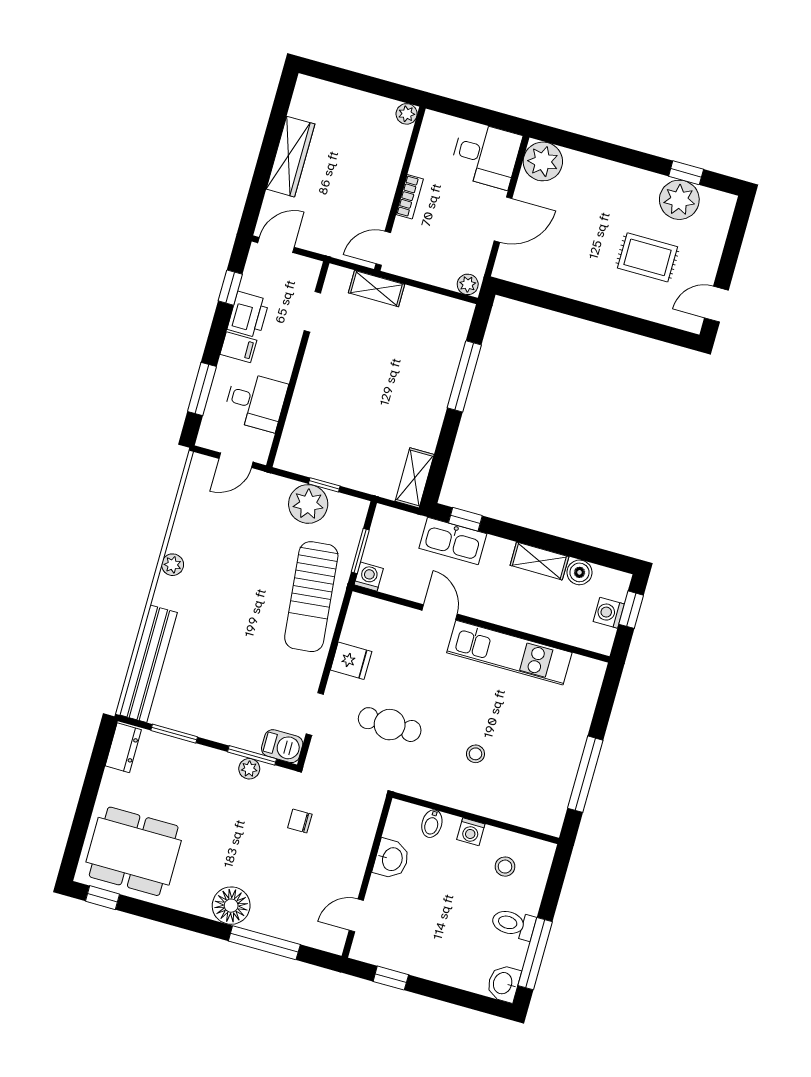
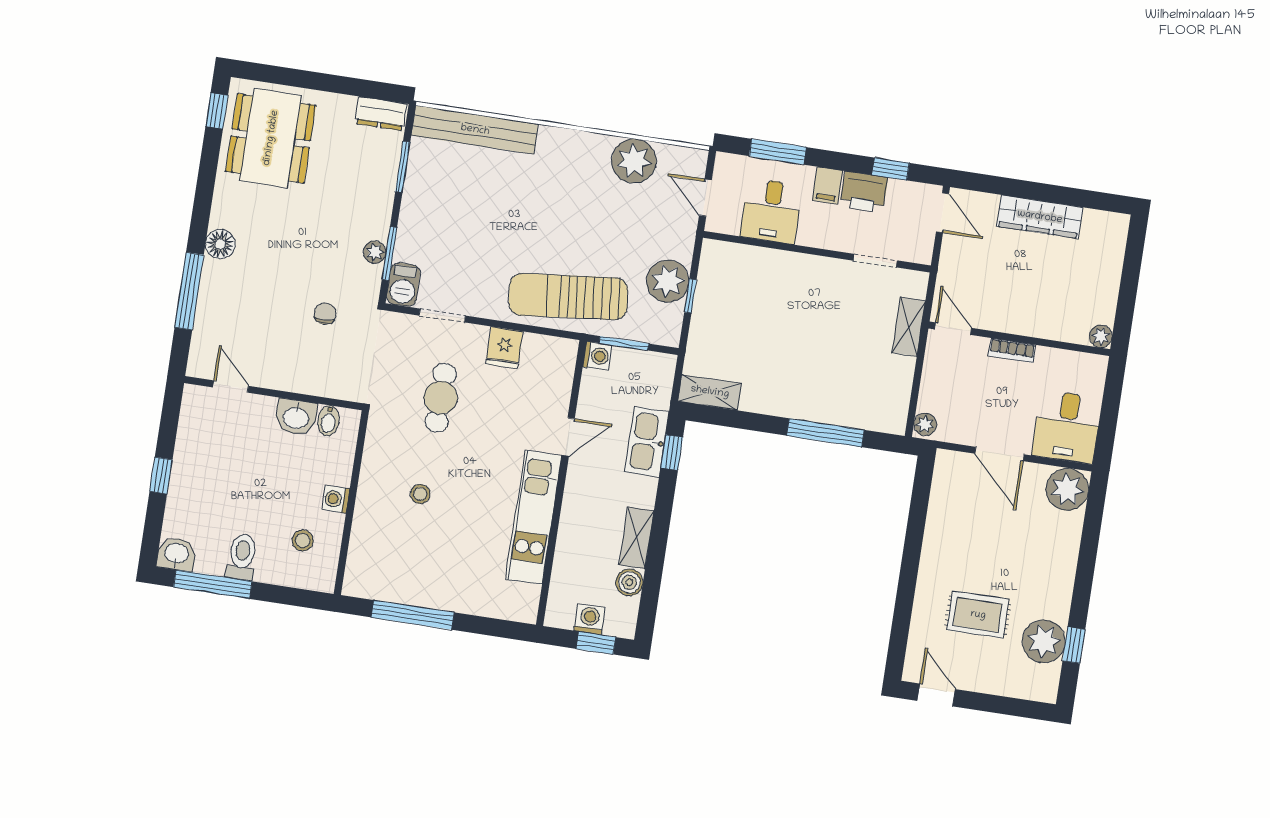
rug: (647, 257) -> (978, 615), turned 90
plant: (173, 565) -> (634, 161), moved, width x1.88, depth x1.88
bidet: (432, 824) -> (328, 421), moved, turned -90
floor lamp: (231, 906) -> (220, 244), width x0.73, depth x0.73
window: (391, 978) -> (161, 475), moved

